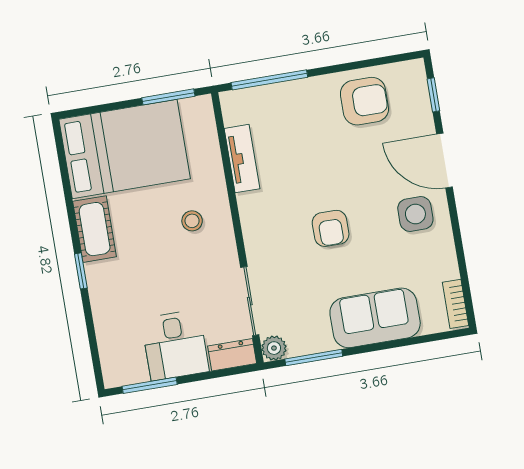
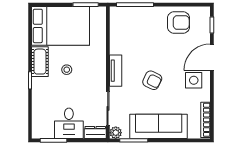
tv unit: (242, 159) -> (116, 71), moved
door: (444, 161) -> (212, 57), hinge flipped
stool: (192, 221) -> (67, 70), moved
armchair: (331, 228) -> (152, 80), turned -64
bookcase: (456, 304) -> (206, 120), width x1.56
sofa: (375, 318) -> (159, 126), width x1.36

